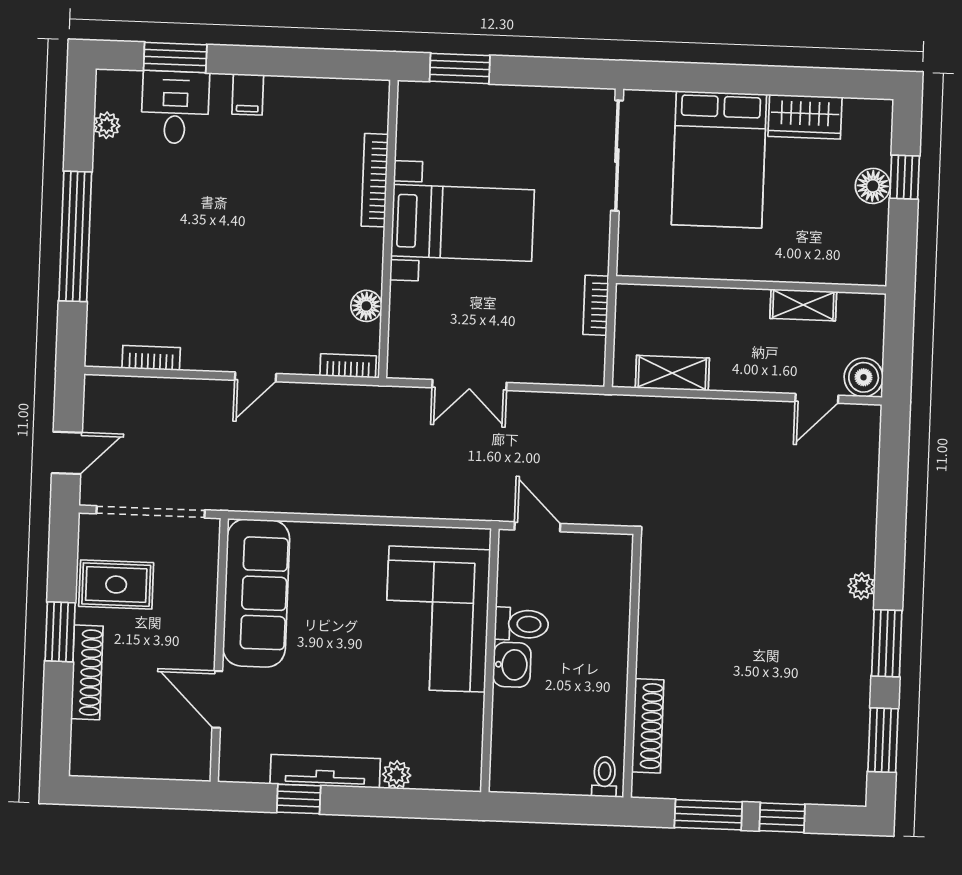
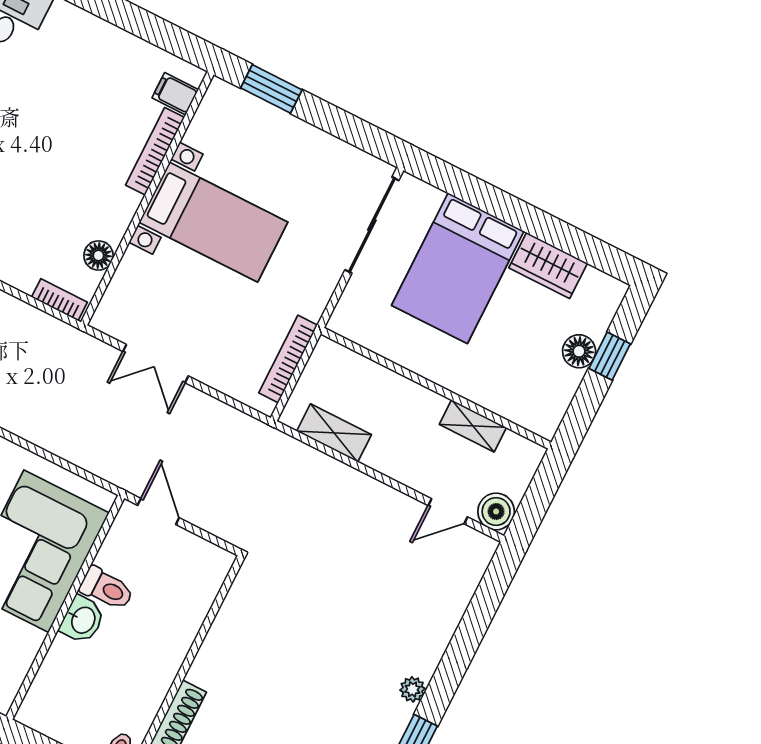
filing cabinet: (248, 94) -> (175, 94), moved, turned 90
bookcase: (596, 305) -> (288, 359), width x1.56

